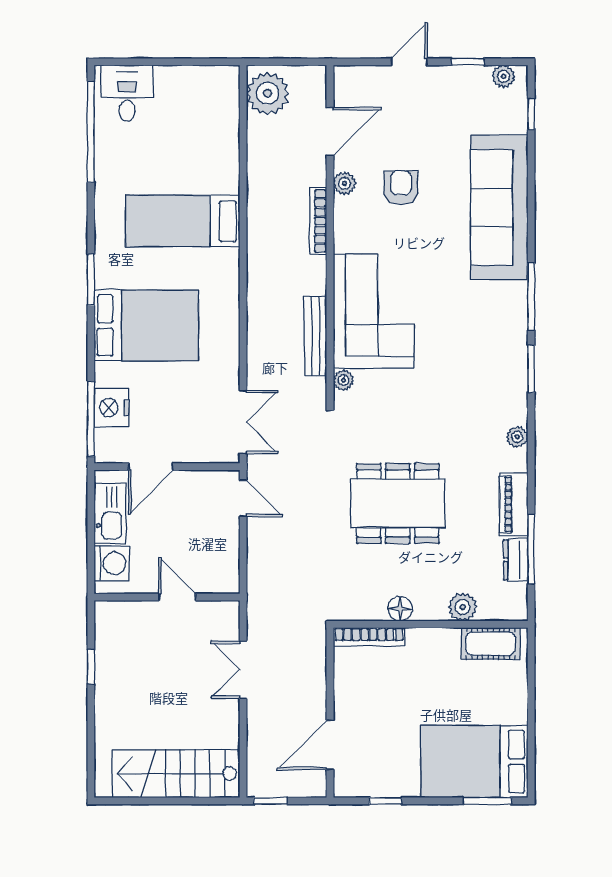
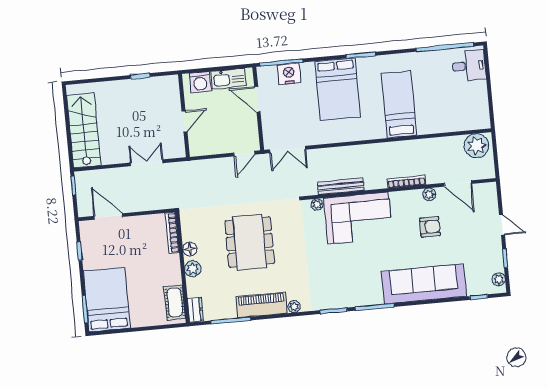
piano: (514, 505) -> (262, 305), width x1.37, depth x1.33
dresser: (516, 560) -> (195, 310), moved, turned 90
plant: (463, 607) -> (193, 269), moved

